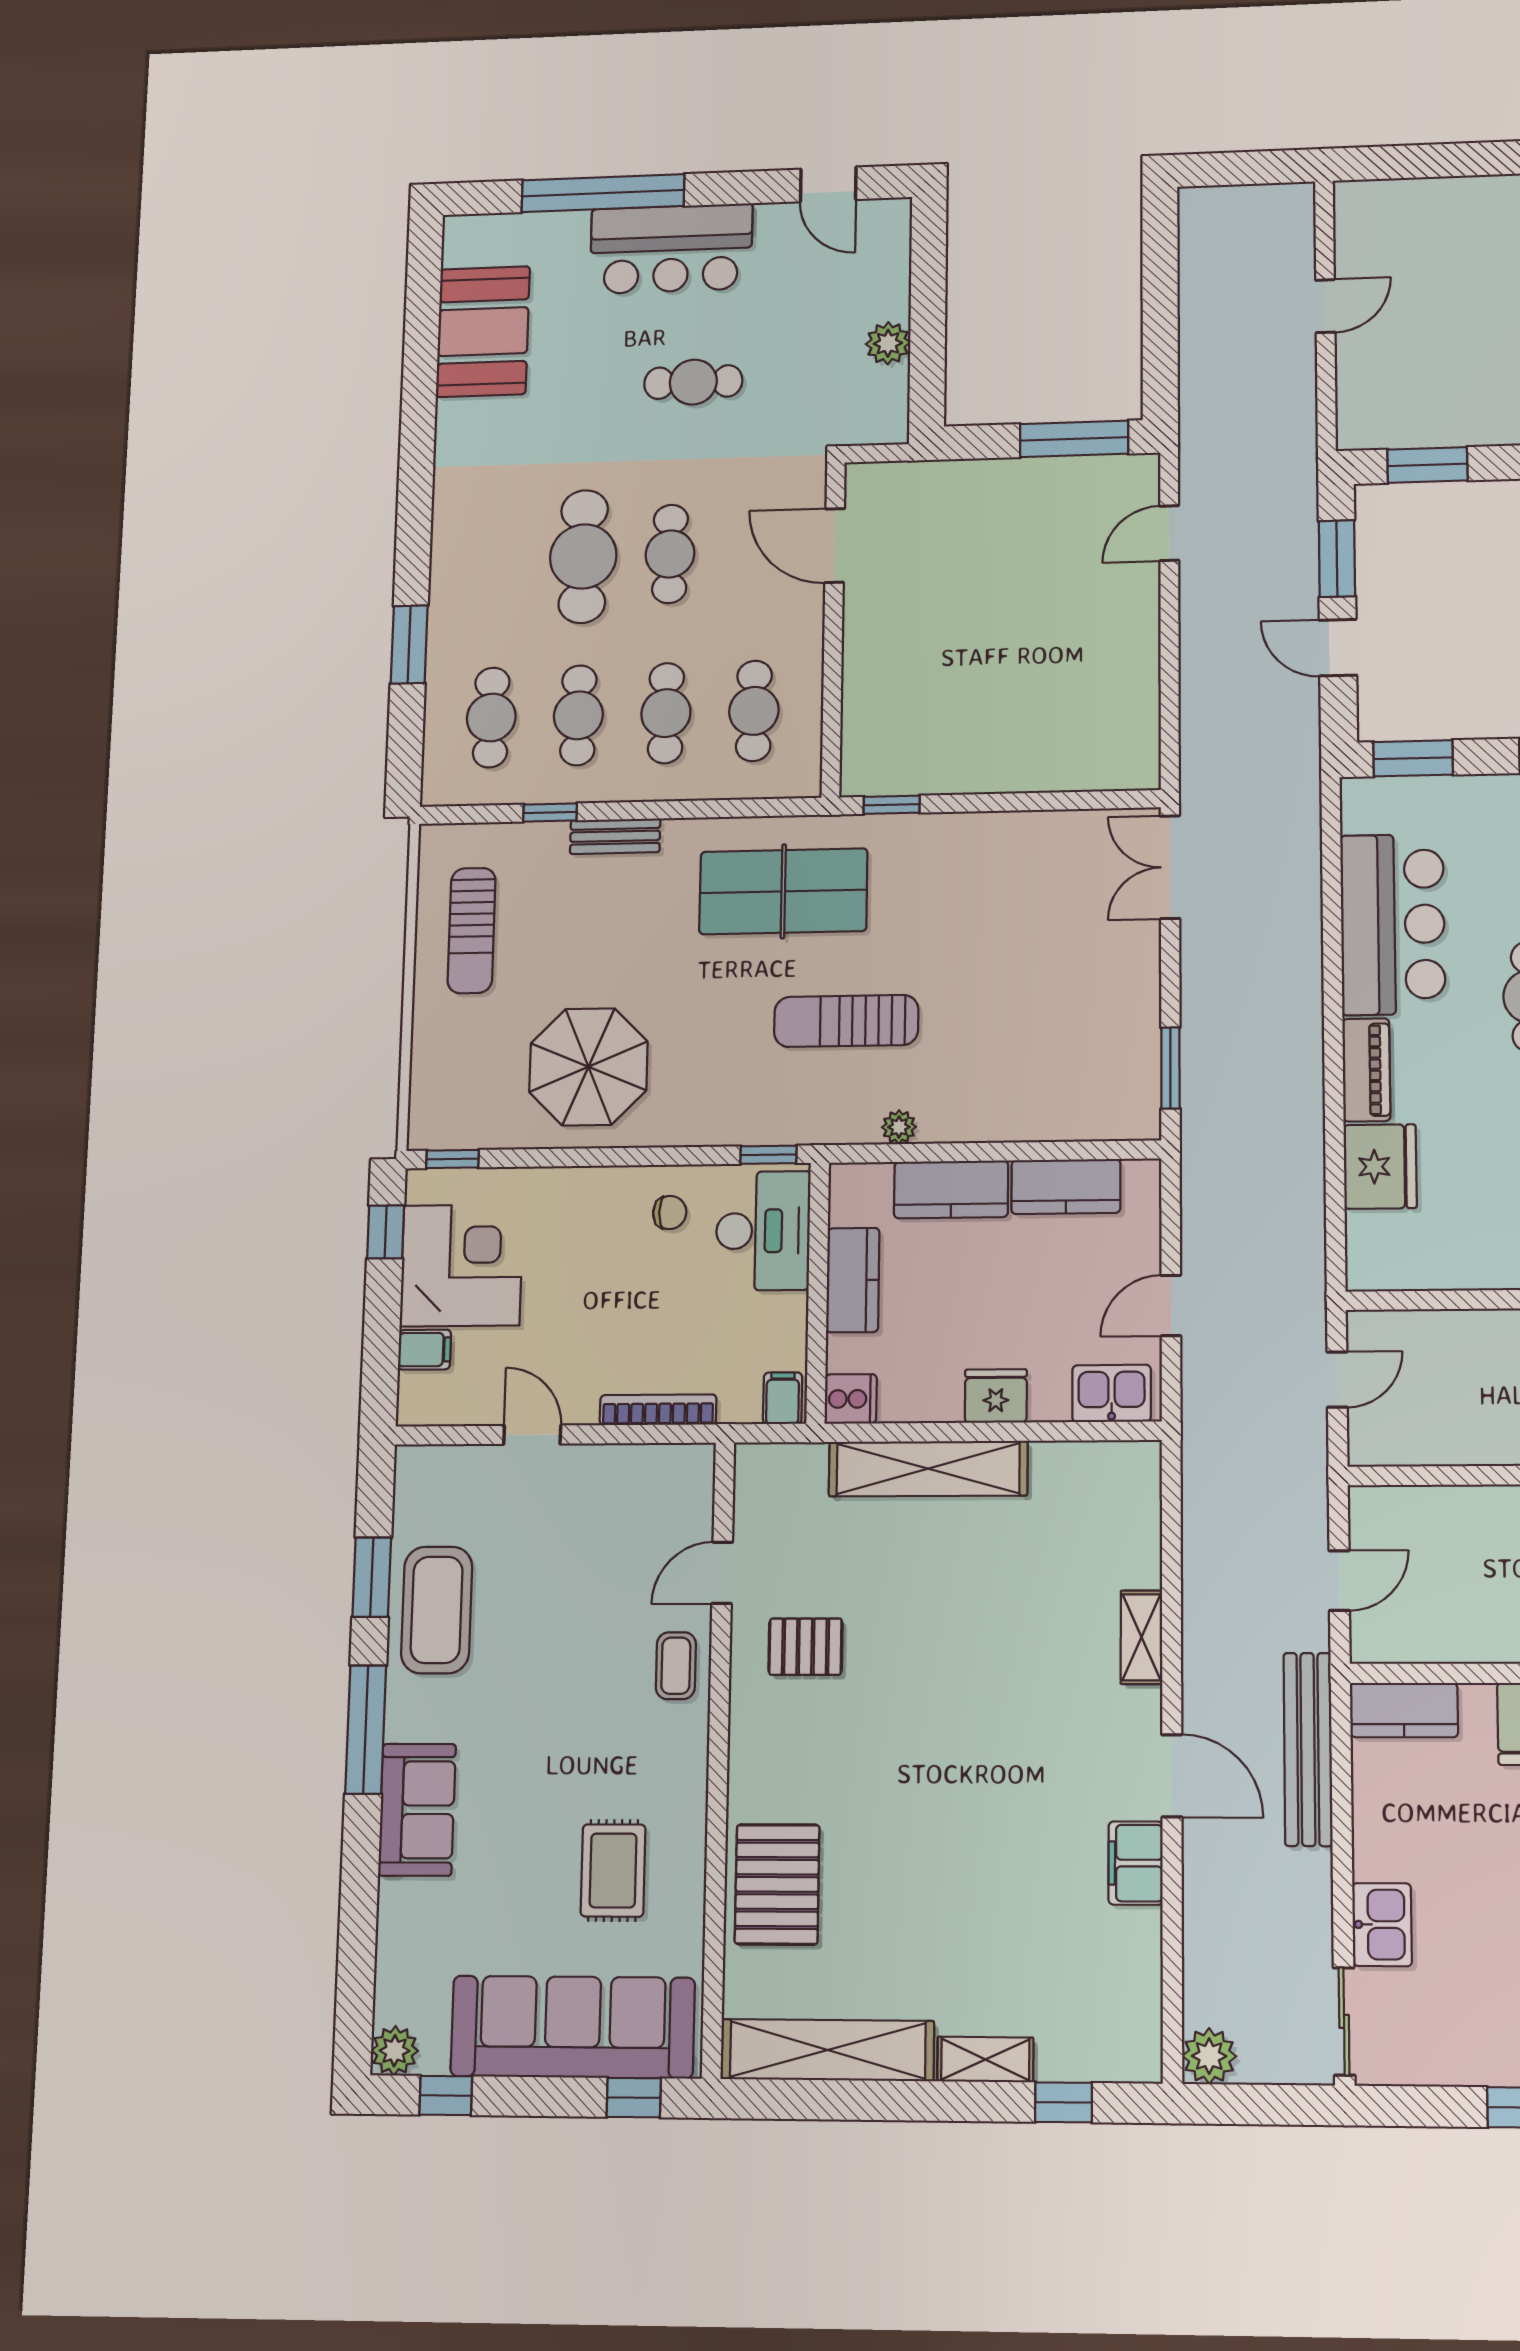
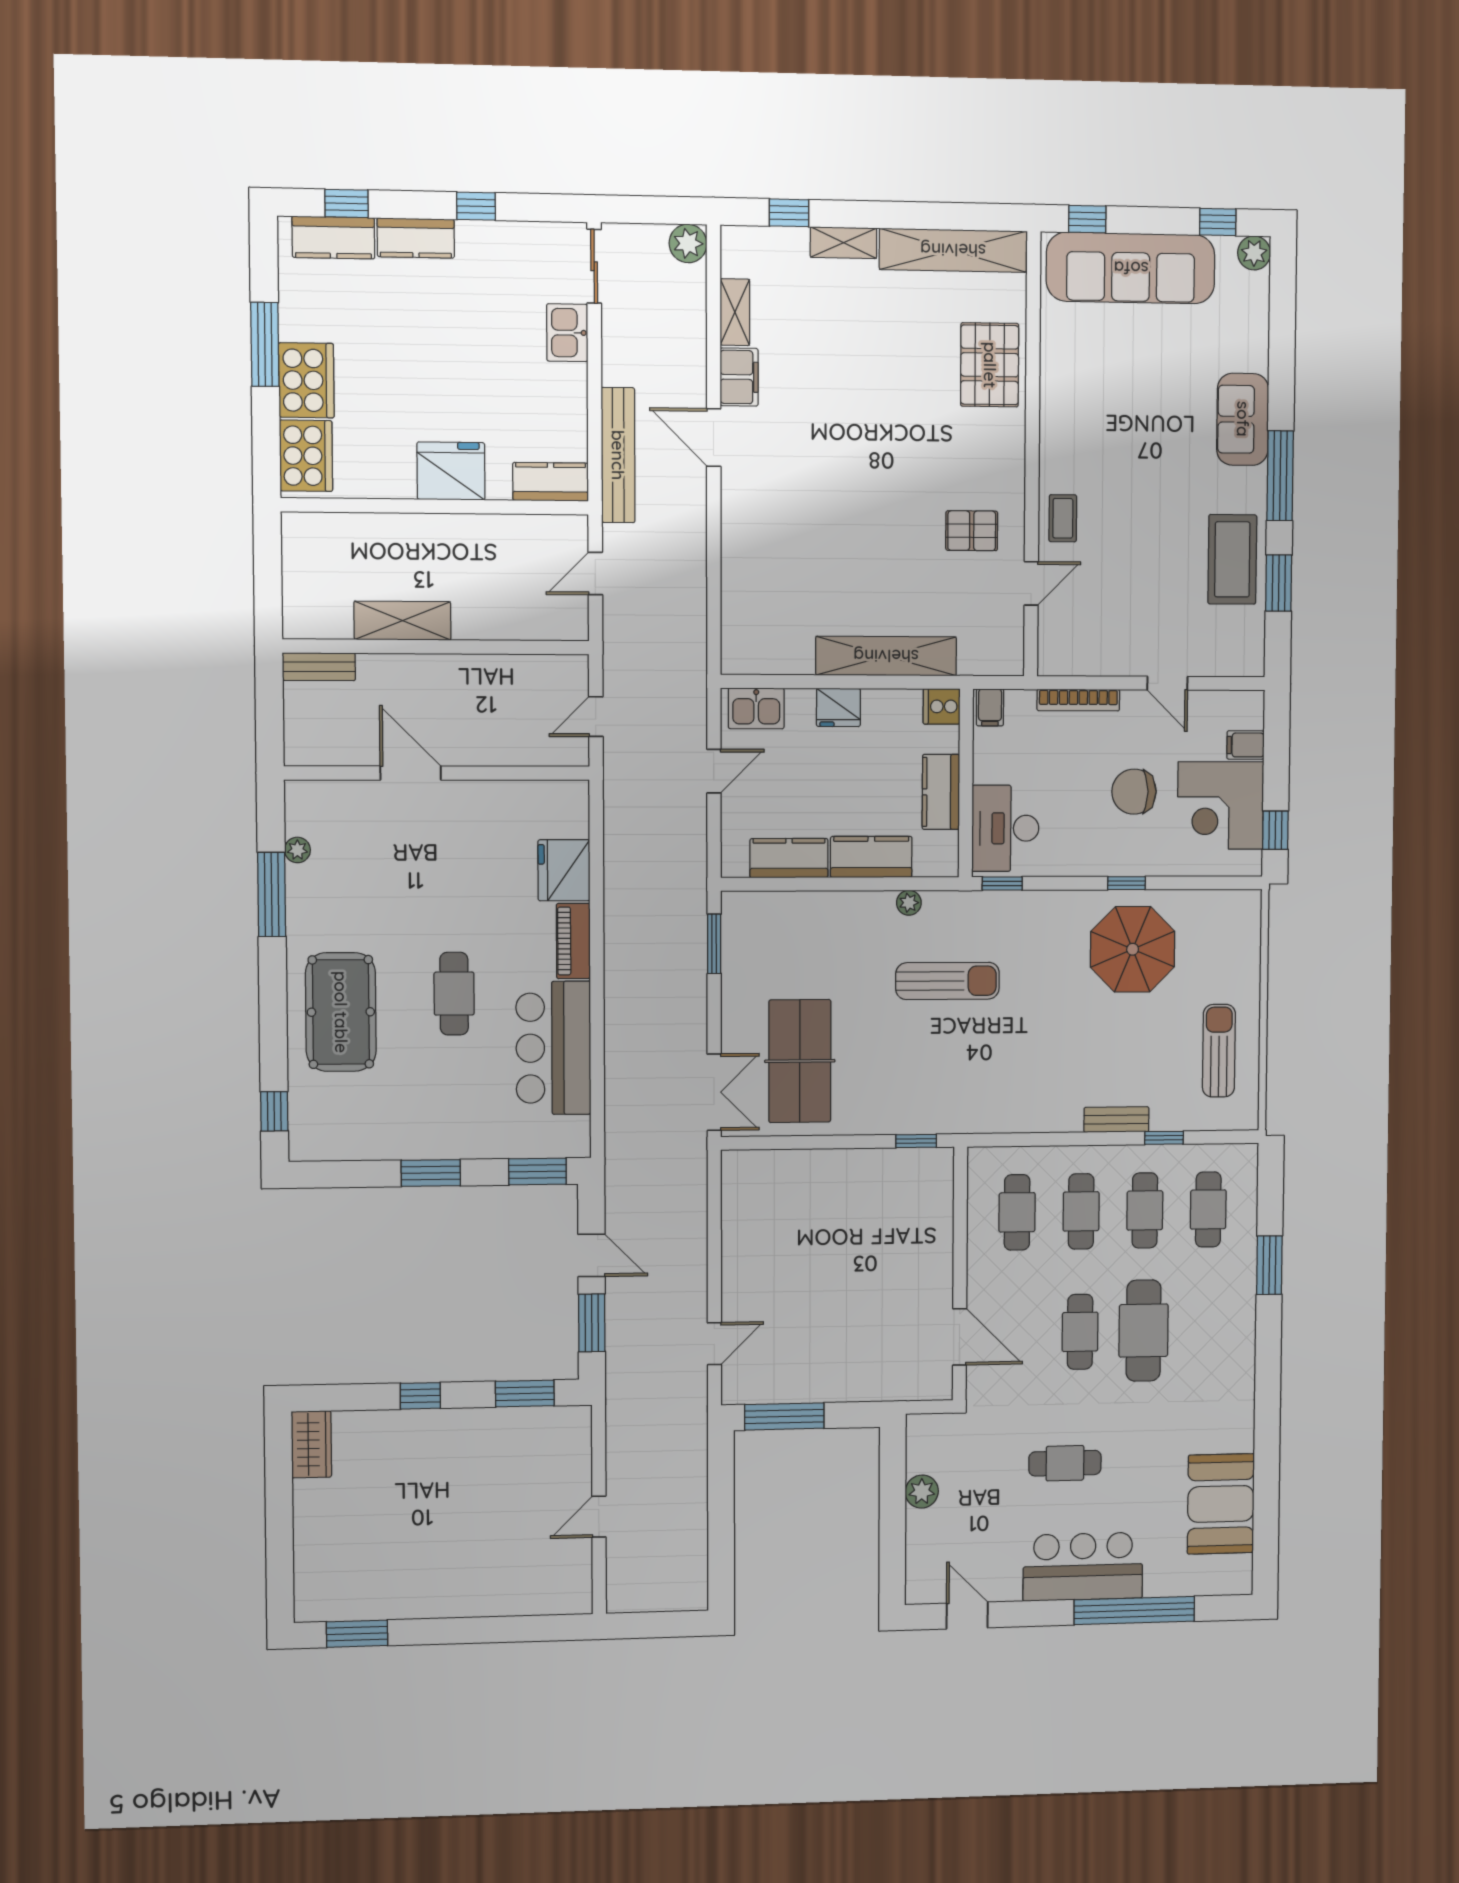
table tennis table: (783, 891) -> (800, 1061), moved, turned 90
window: (453, 1159) -> (1126, 883), moved
chair: (670, 1213) -> (1134, 792), moved, width x1.87, depth x1.87
shelving: (1141, 1637) -> (735, 312), moved
rug: (613, 1870) -> (1104, 376), removed

